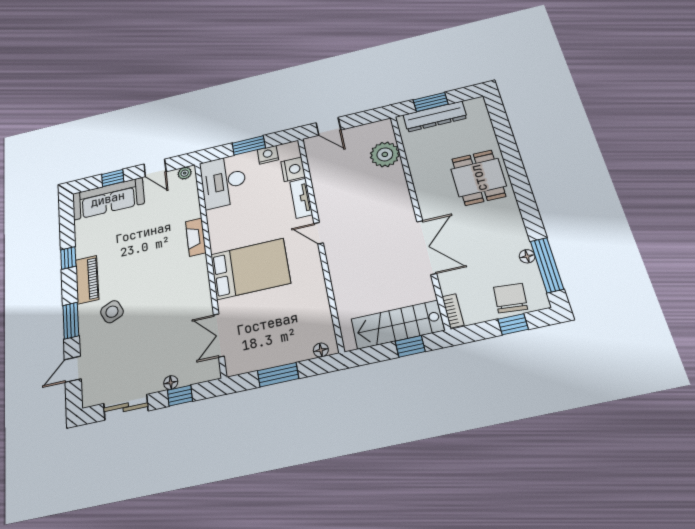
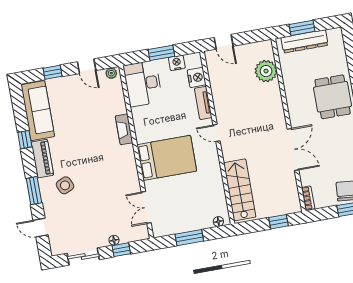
sofa: (108, 199) -> (38, 111), moved, turned -90
stairs: (397, 325) -> (240, 190), moved, turned 90
door: (73, 369) -> (41, 228), hinge flipped

